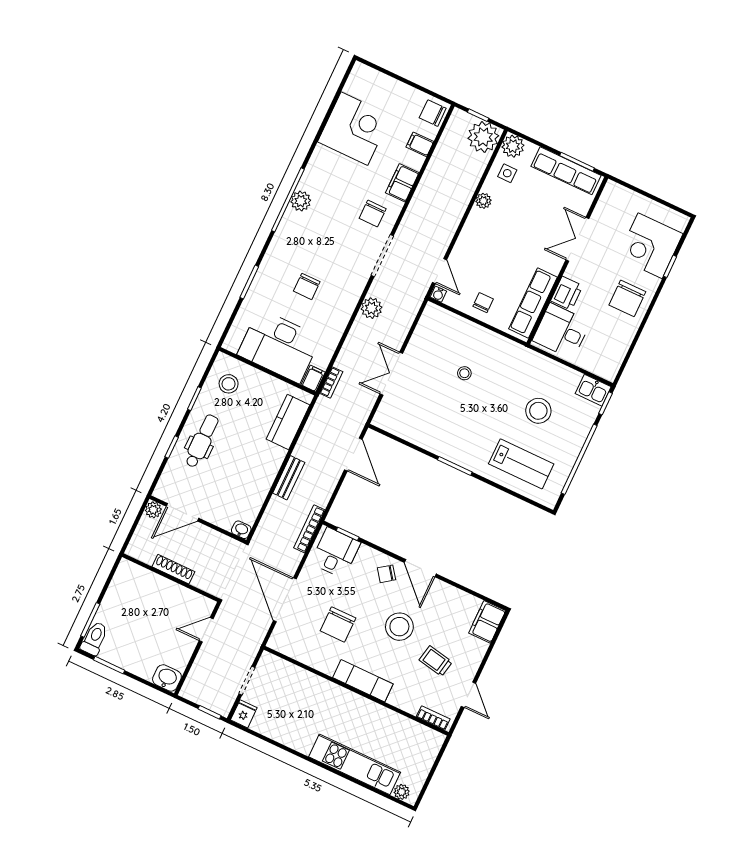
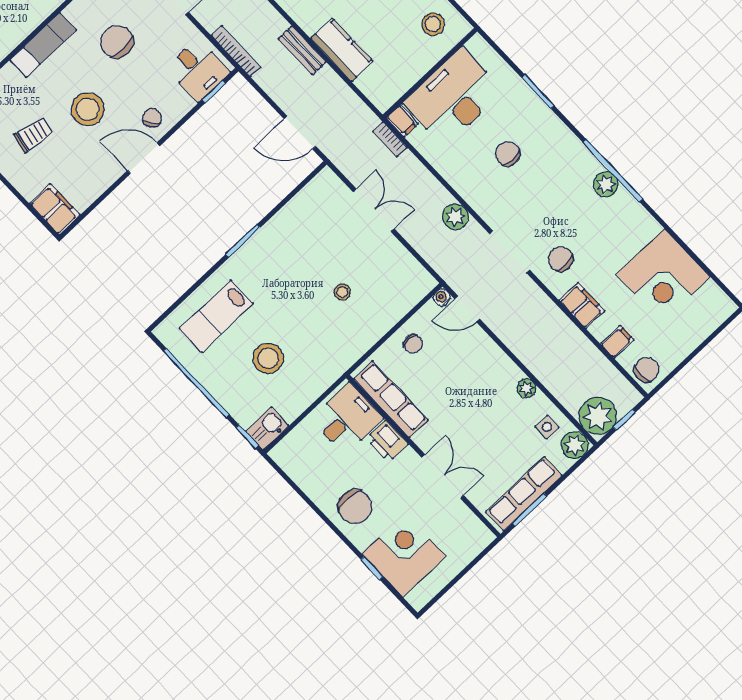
chair: (627, 298) -> (355, 507), turned 180
kitchen counter: (288, 422) -> (342, 50), moved

